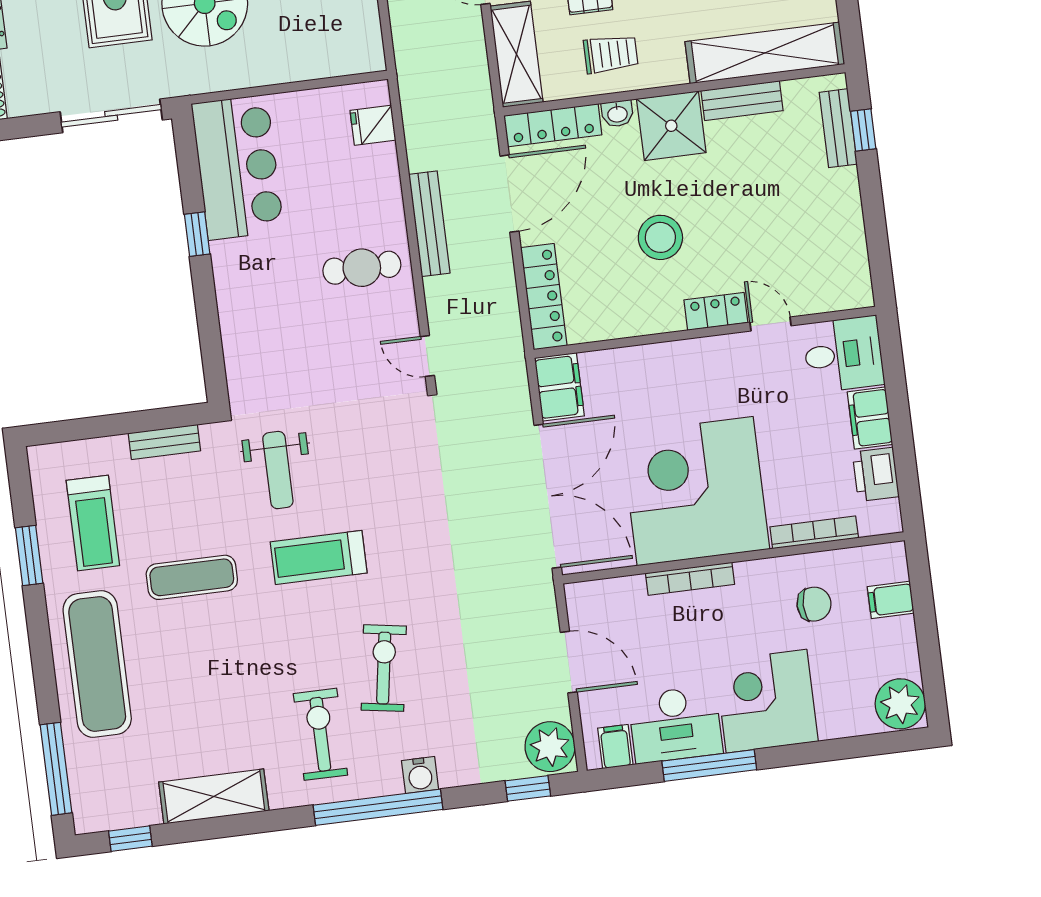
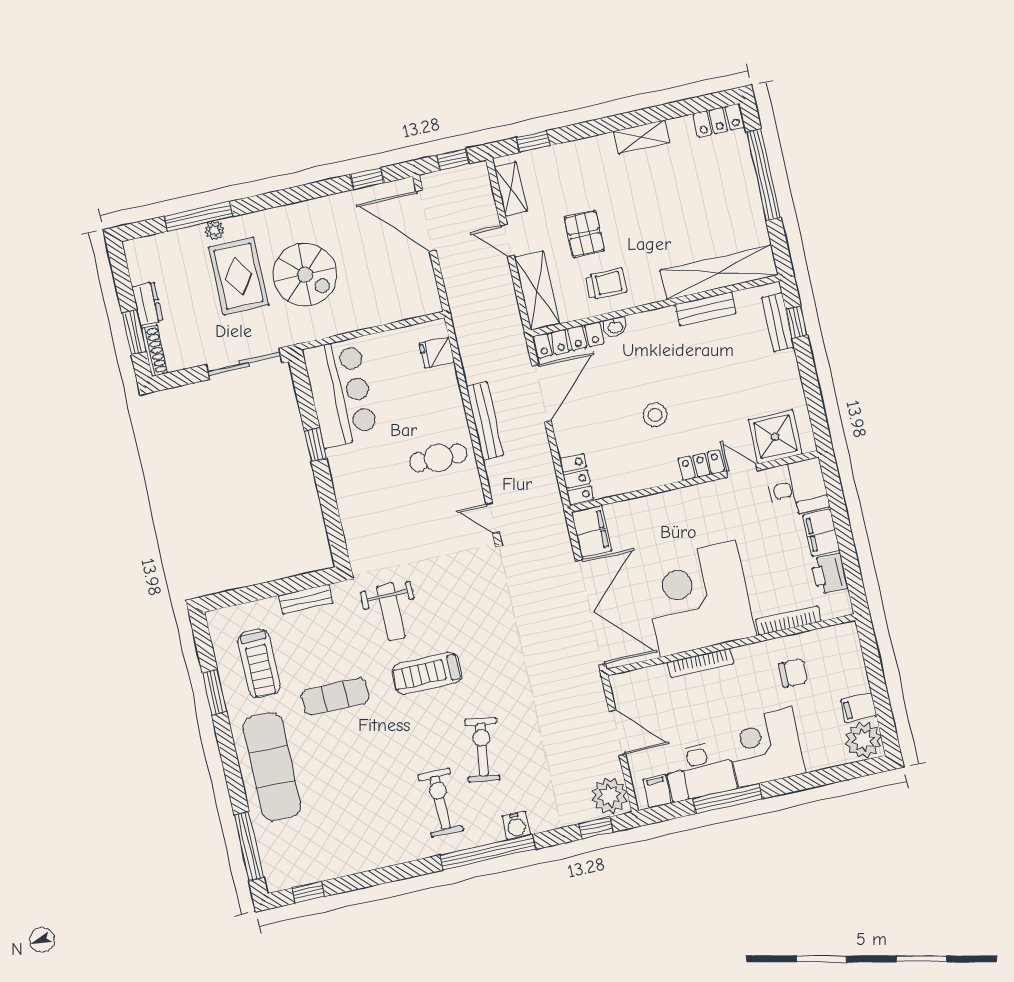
shower: (671, 126) -> (775, 437), moved
stool: (660, 237) -> (655, 415), width x0.73, depth x0.73
locker: (544, 297) -> (577, 479), width x0.66
filing cabinet: (891, 600) -> (859, 708), moved
shelving: (214, 796) -> (367, 856), removed

